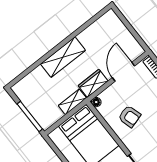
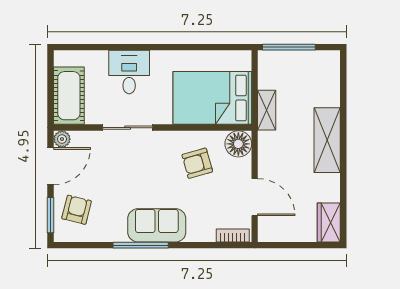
wardrobe: (93, 83) -> (329, 222), moved, turned 180
floor lamp: (96, 102) -> (238, 144), width x1.89, depth x1.89

